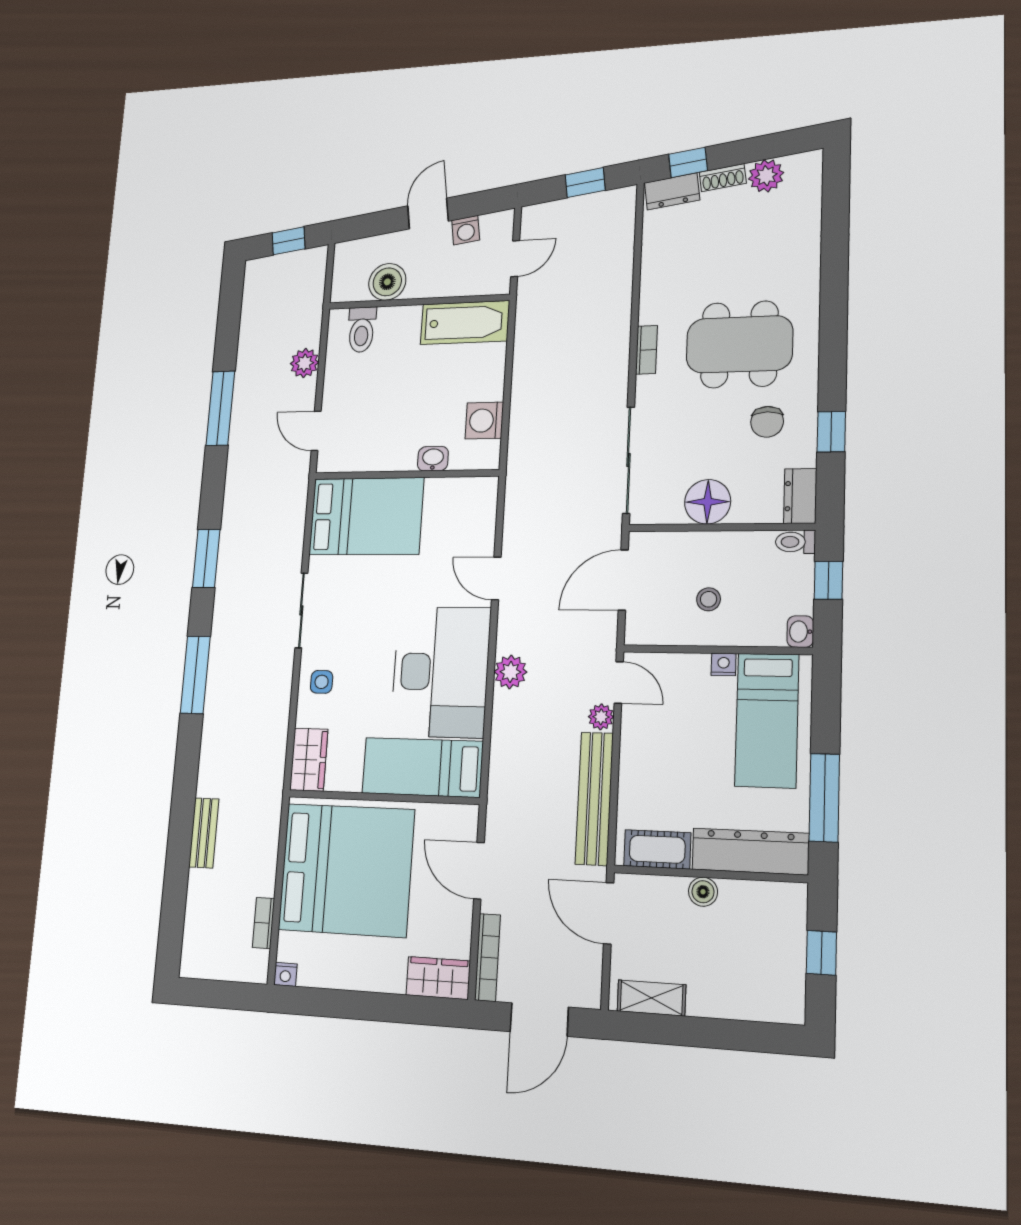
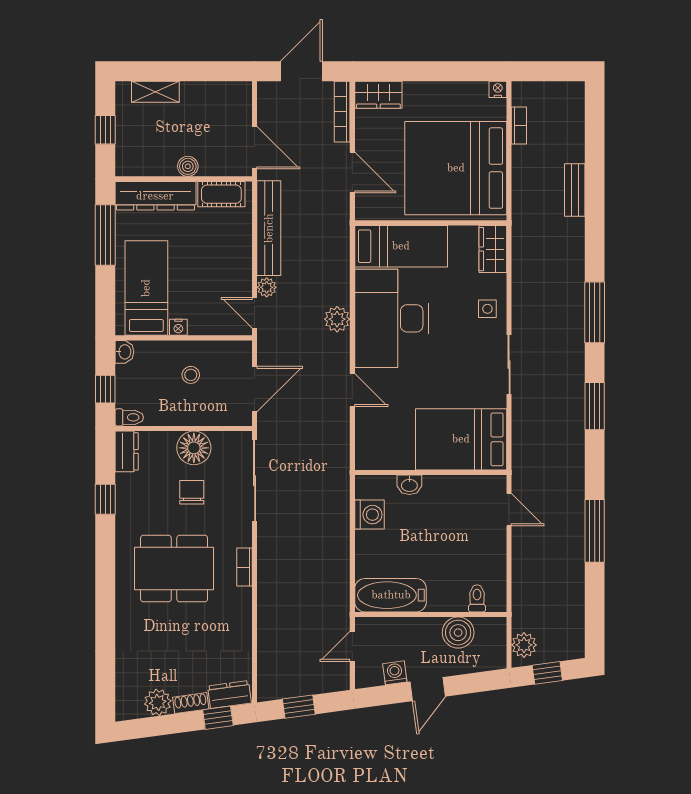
toilet: (362, 330) -> (477, 598), width x0.73, depth x0.72
plant: (305, 363) -> (524, 645), moved
chair: (767, 422) -> (192, 492), moved
shelving: (651, 998) -> (155, 92), moved

